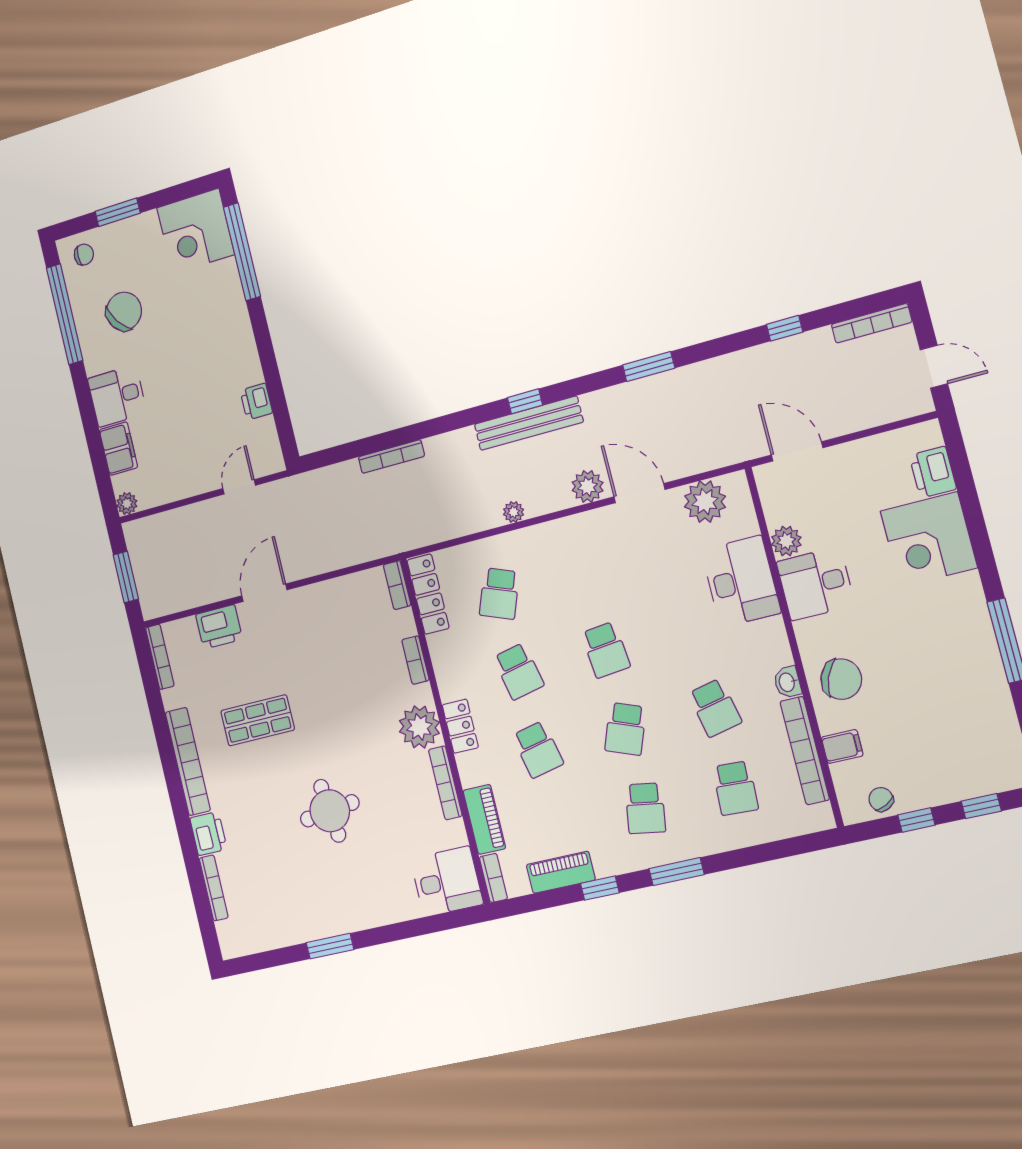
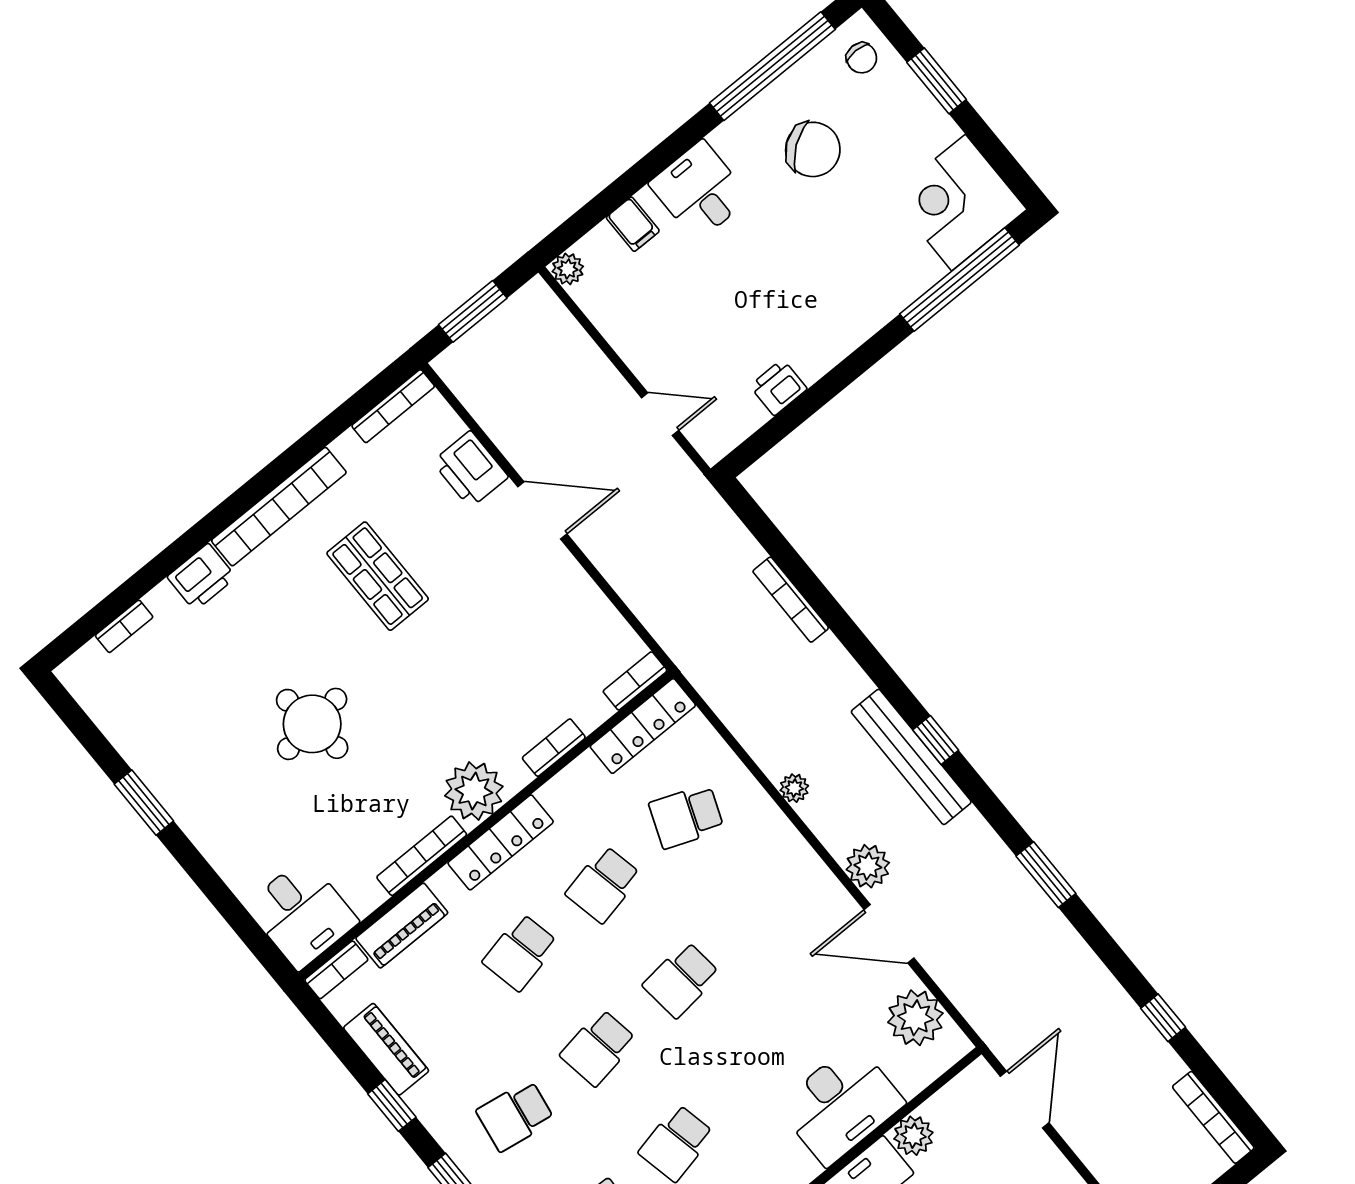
filing cabinet: (118, 449) -> (633, 224), width x0.50
door: (639, 493) -> (889, 934), swing flipped
locker: (460, 726) -> (501, 842), width x1.53
school desk: (625, 729) -> (598, 1048), turned -30
bookcase: (214, 888) -> (124, 626), width x0.64

